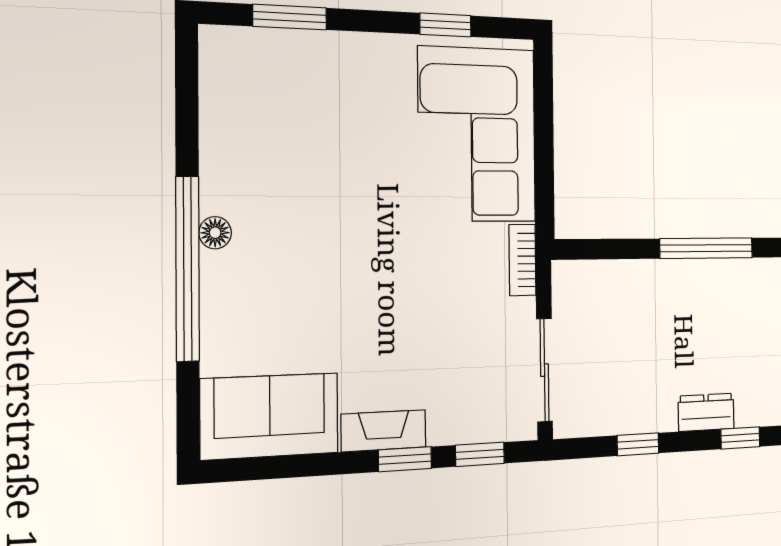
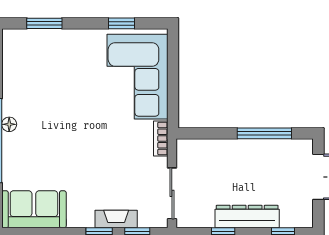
dresser: (706, 412) -> (247, 216), width x1.96, depth x1.24
fireplace: (384, 431) -> (116, 219), moved

